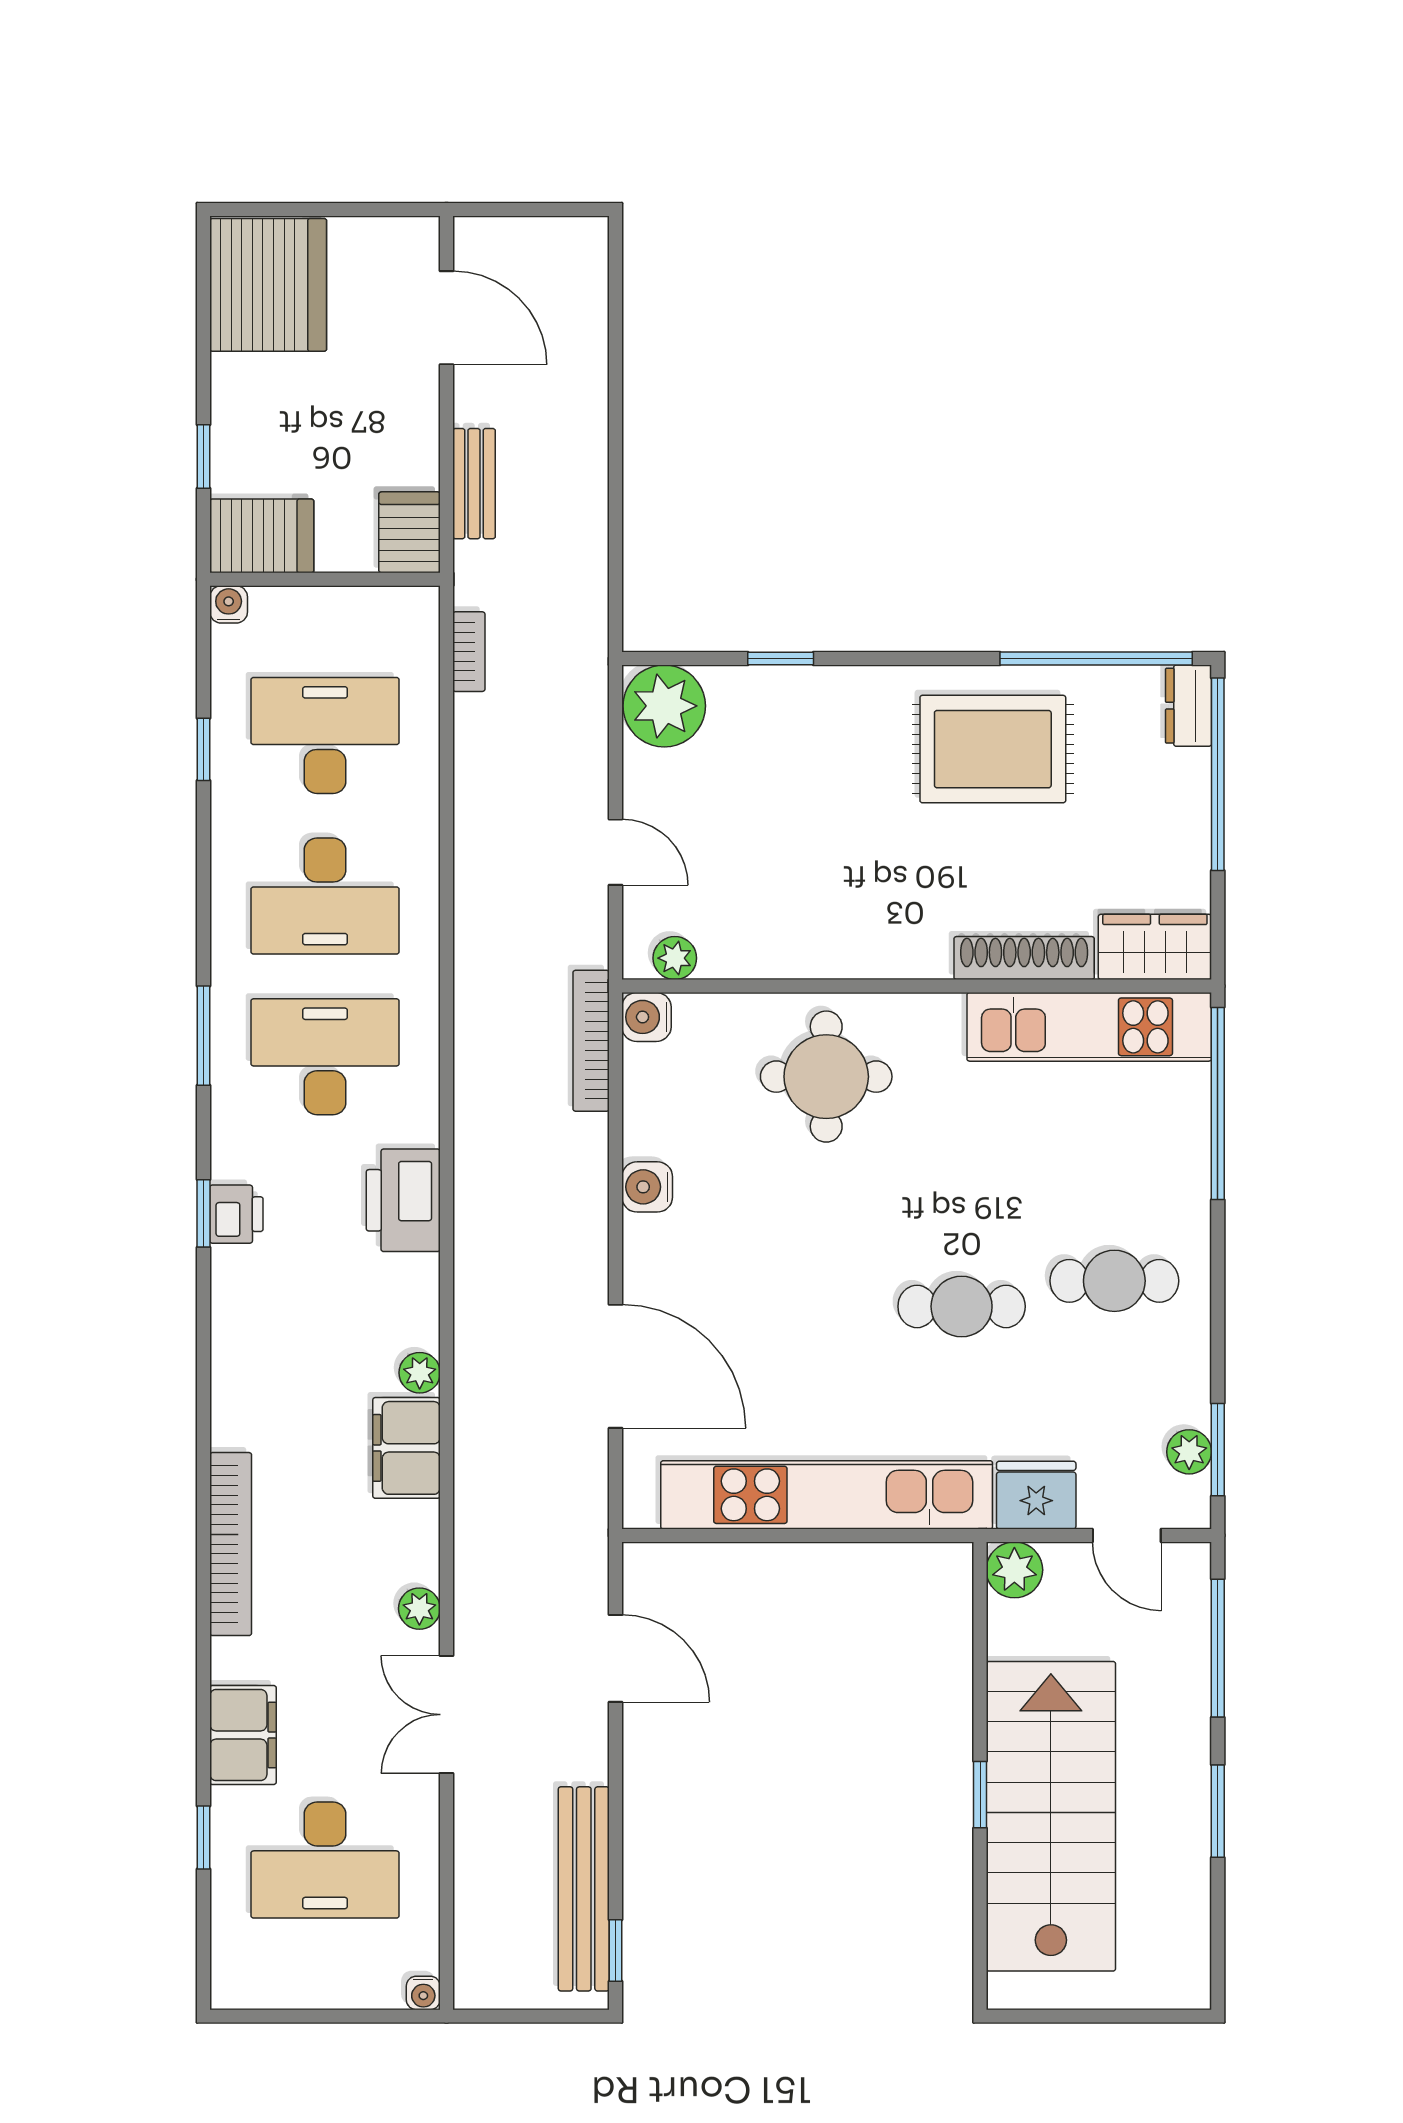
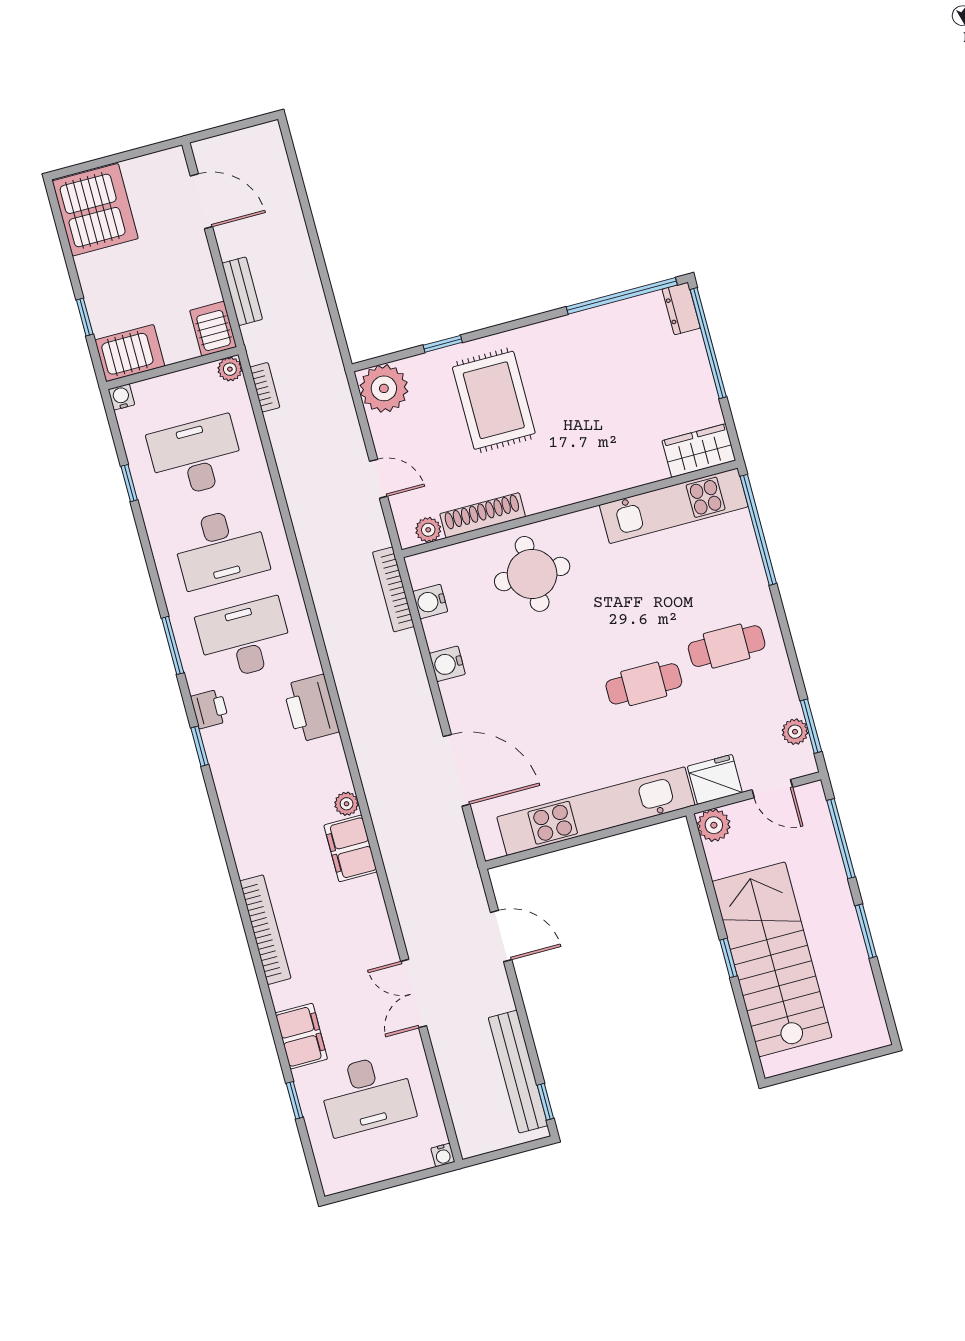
rug: (993, 749) -> (494, 400), moved, turned 90
shoe rack: (1024, 958) -> (483, 515), moved
water cooler: (646, 1017) -> (430, 602), moved
printer: (236, 1214) -> (210, 709), moved
plant: (419, 1609) -> (230, 369), moved

